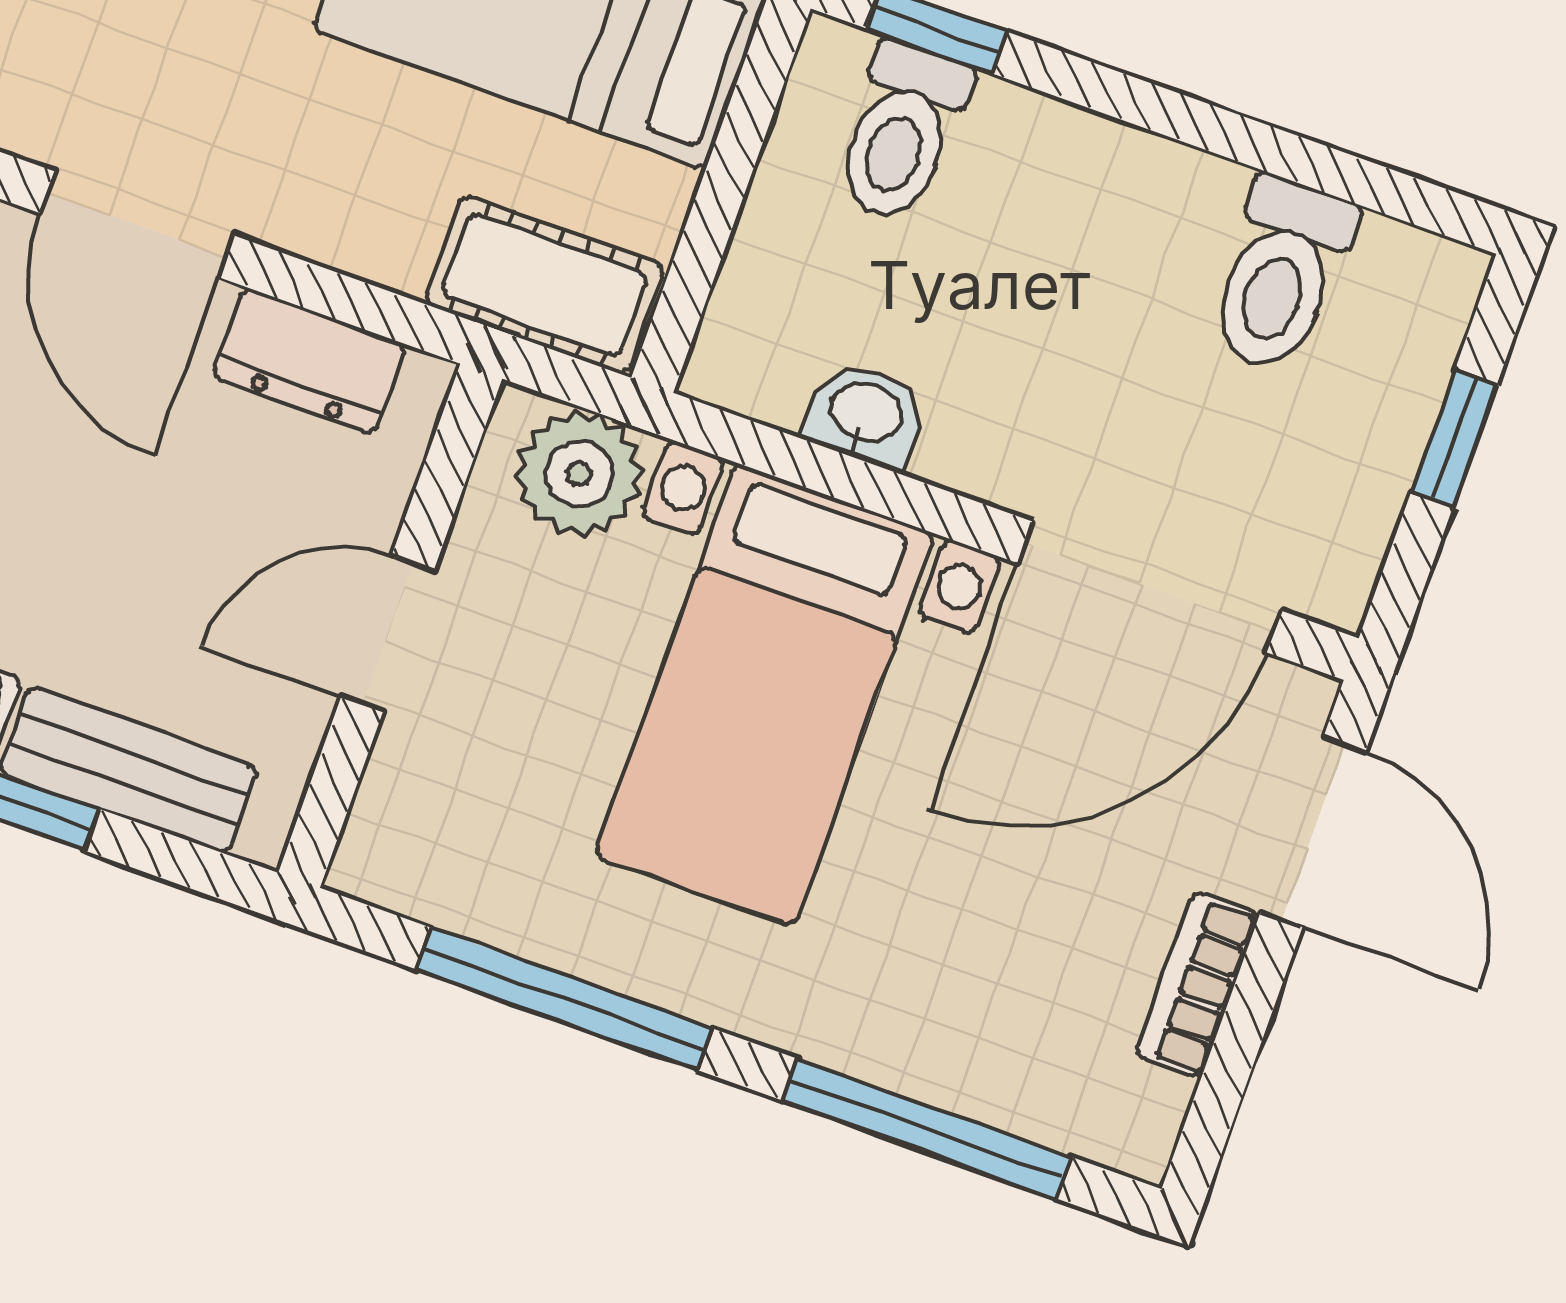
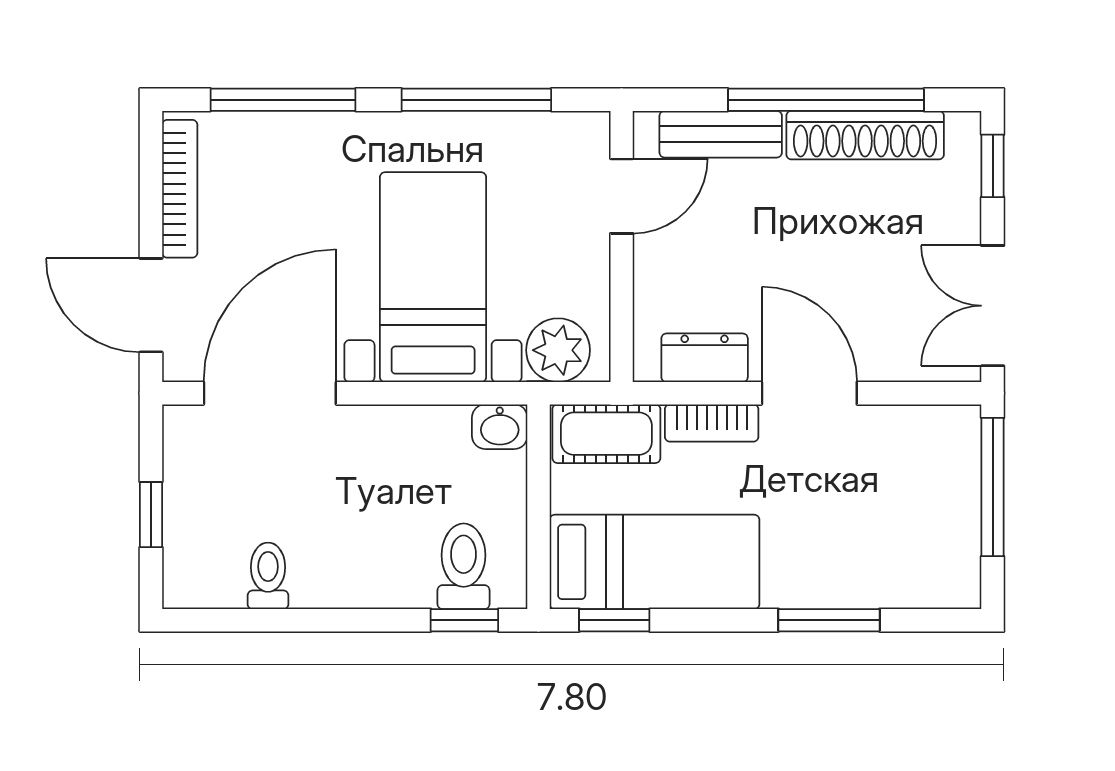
bookcase: (340, 234) -> (712, 423), added
toilet: (1281, 274) -> (268, 576), width x0.73, depth x0.72
washbasin: (865, 414) -> (500, 427), moved
door: (387, 634) -> (622, 196), moved
bookcase: (1198, 984) -> (180, 189), width x1.56

